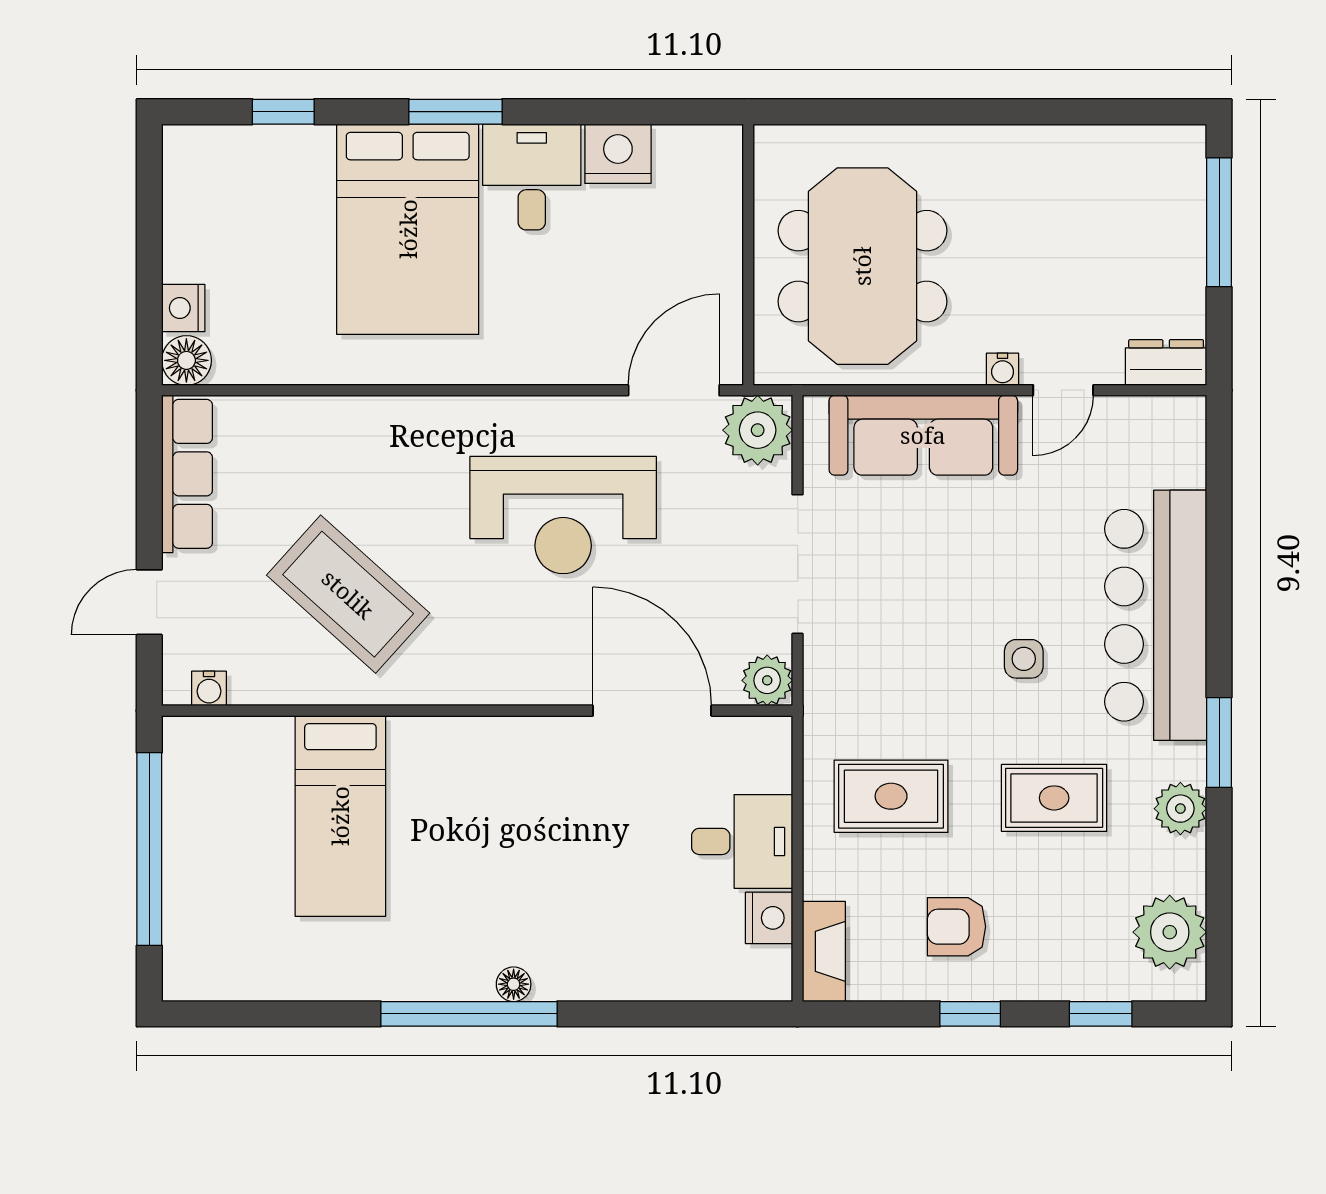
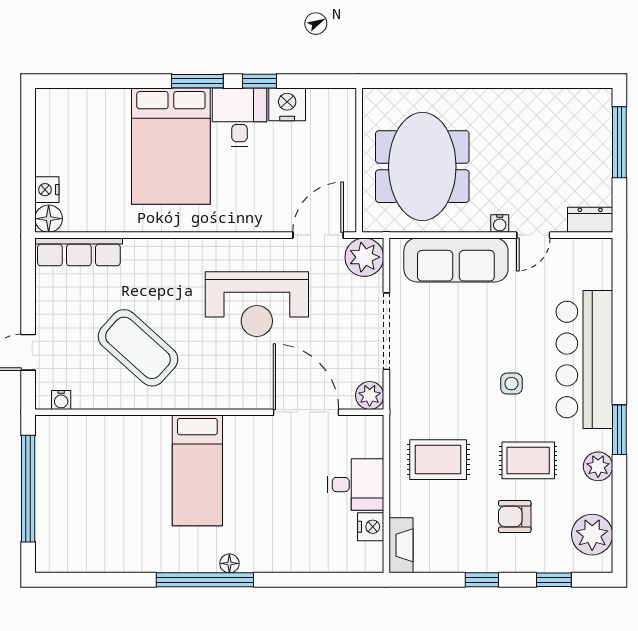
window: (283, 112) -> (260, 81), moved
row of seats: (187, 474) -> (79, 252), moved, turned 90
bed: (340, 816) -> (197, 470), moved
armchair: (956, 927) -> (515, 516), moved

